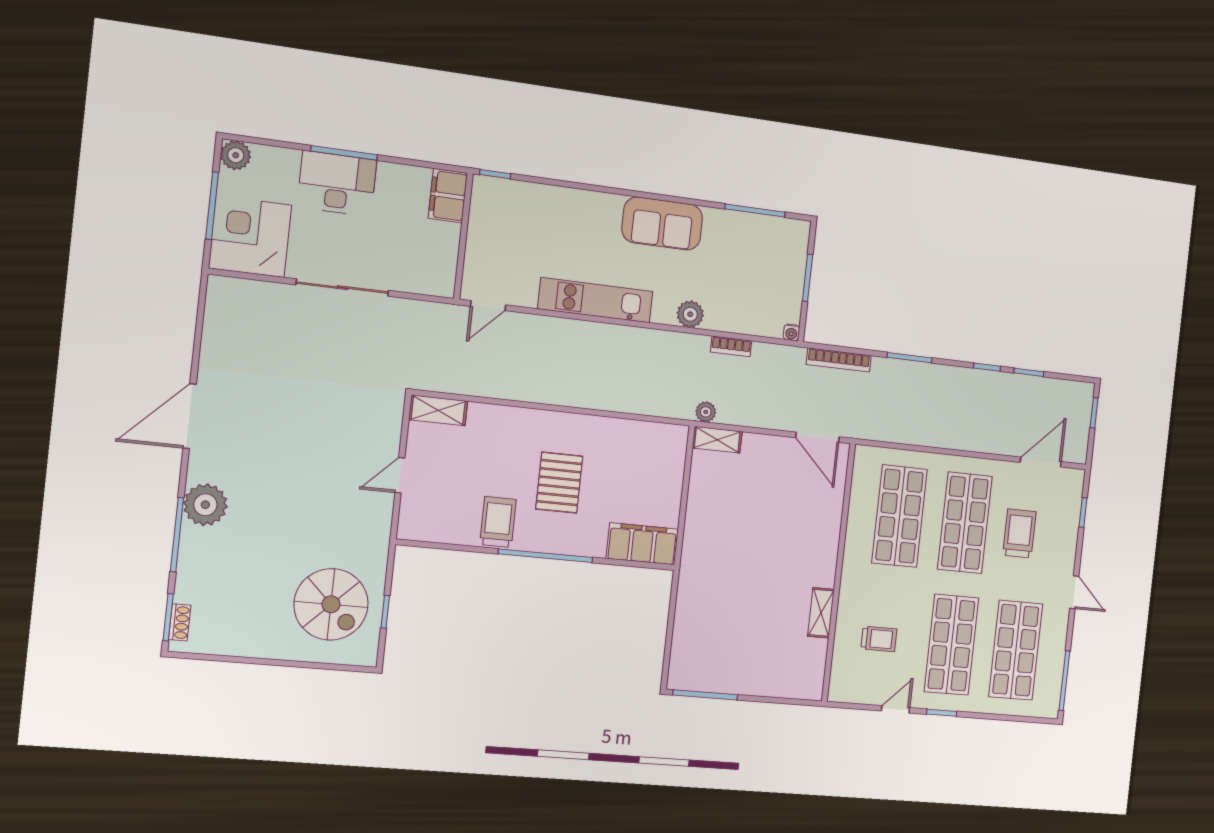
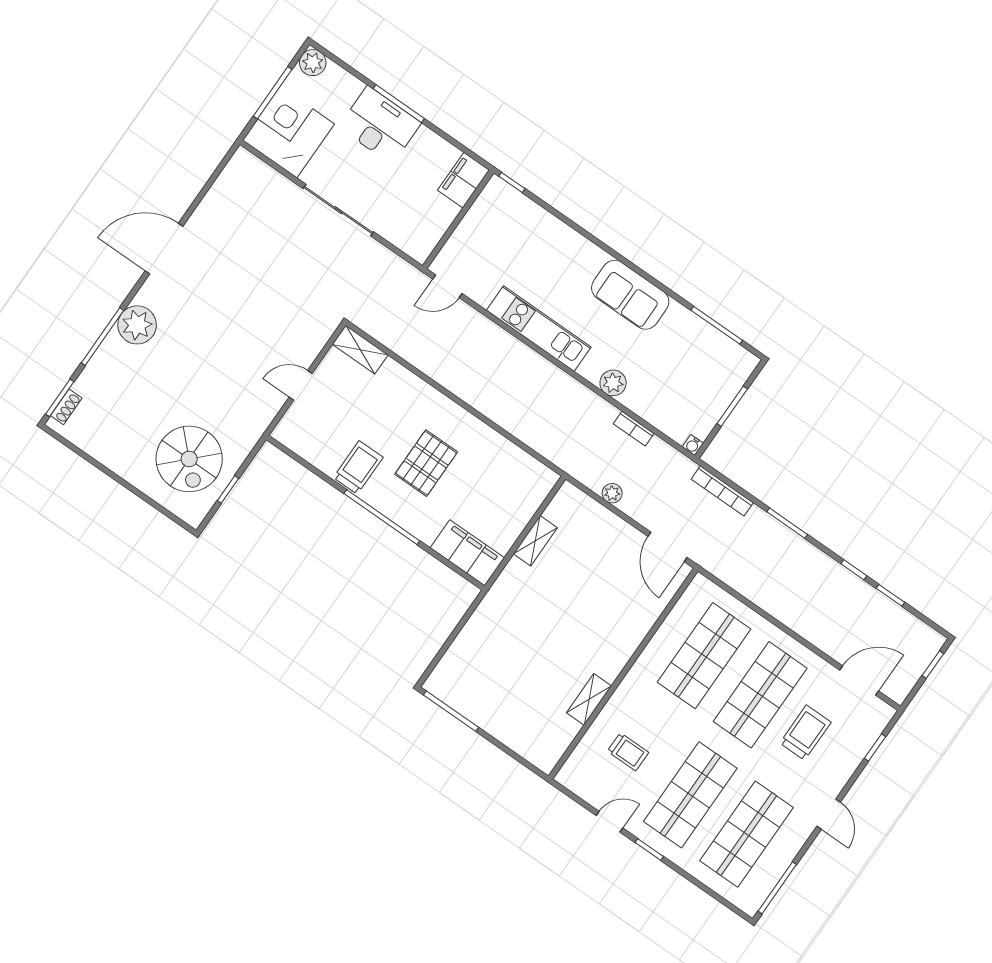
plant: (706, 412) -> (612, 493), moved
shelving: (717, 440) -> (535, 541), moved, turned 90

